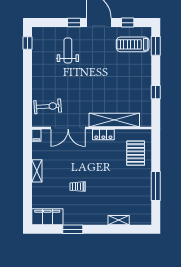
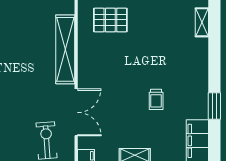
locker: (103, 135) -> (85, 64), removed
shelving: (119, 220) -> (202, 22), moved

